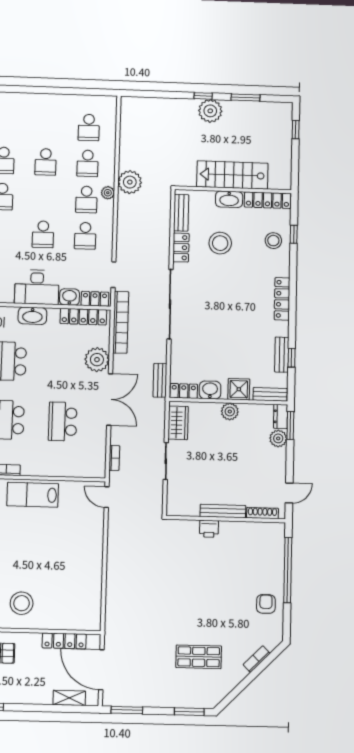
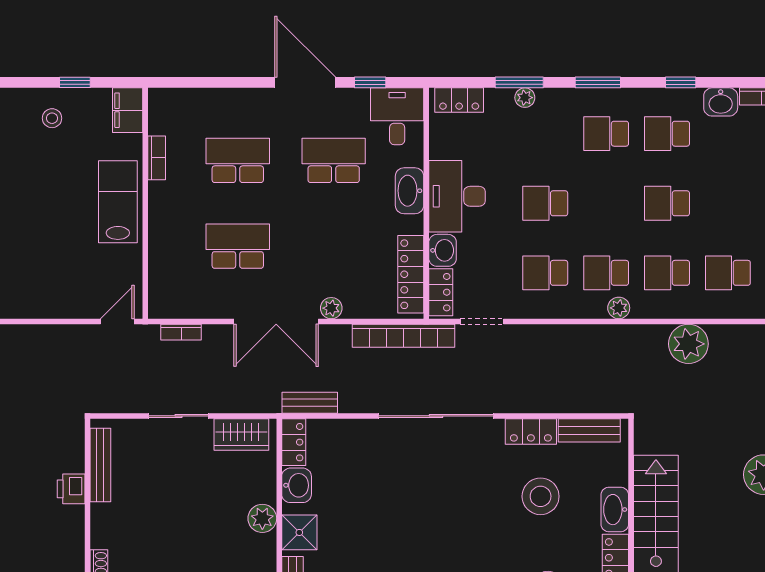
plant: (130, 182) -> (688, 344), moved
plant: (97, 360) -> (331, 308), width x0.53, depth x0.53
bench: (223, 511) -> (100, 465), moved

